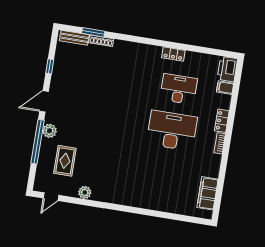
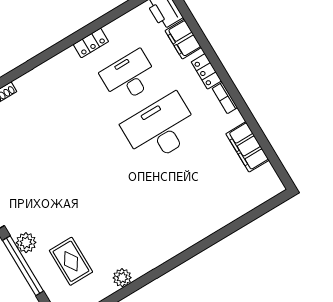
filing cabinet: (225, 88) -> (183, 39), width x2.00
filing cabinet: (208, 193) -> (247, 147), moved

